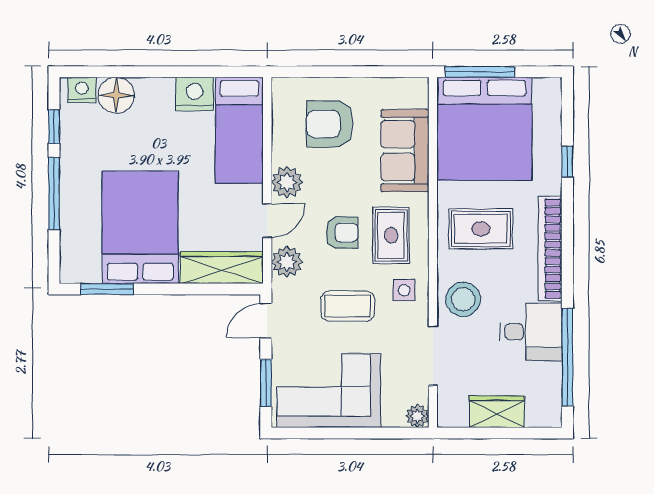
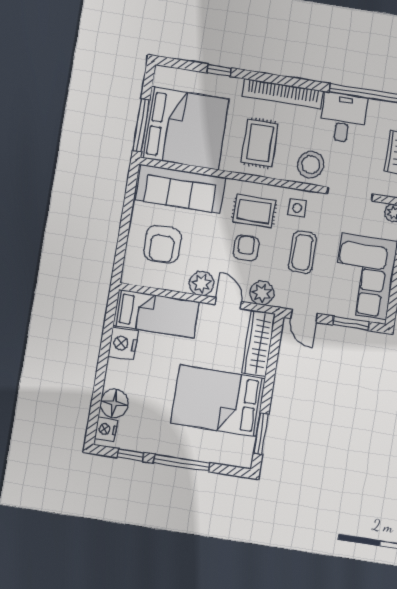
sofa: (405, 151) -> (180, 189), width x1.36

